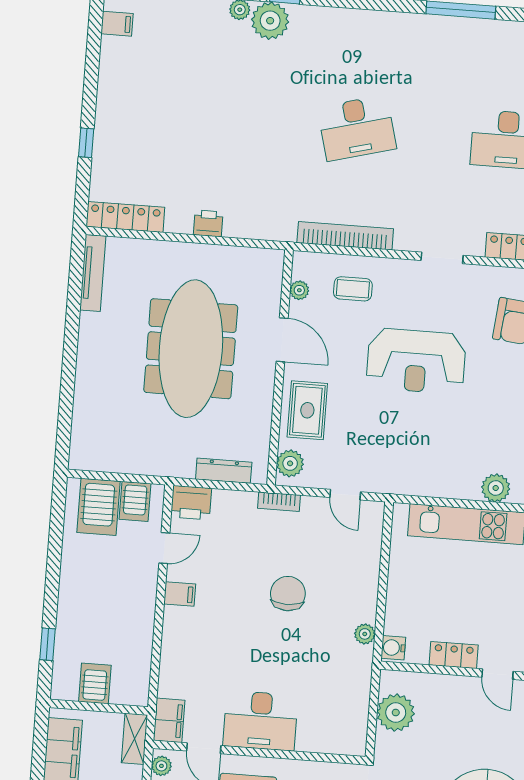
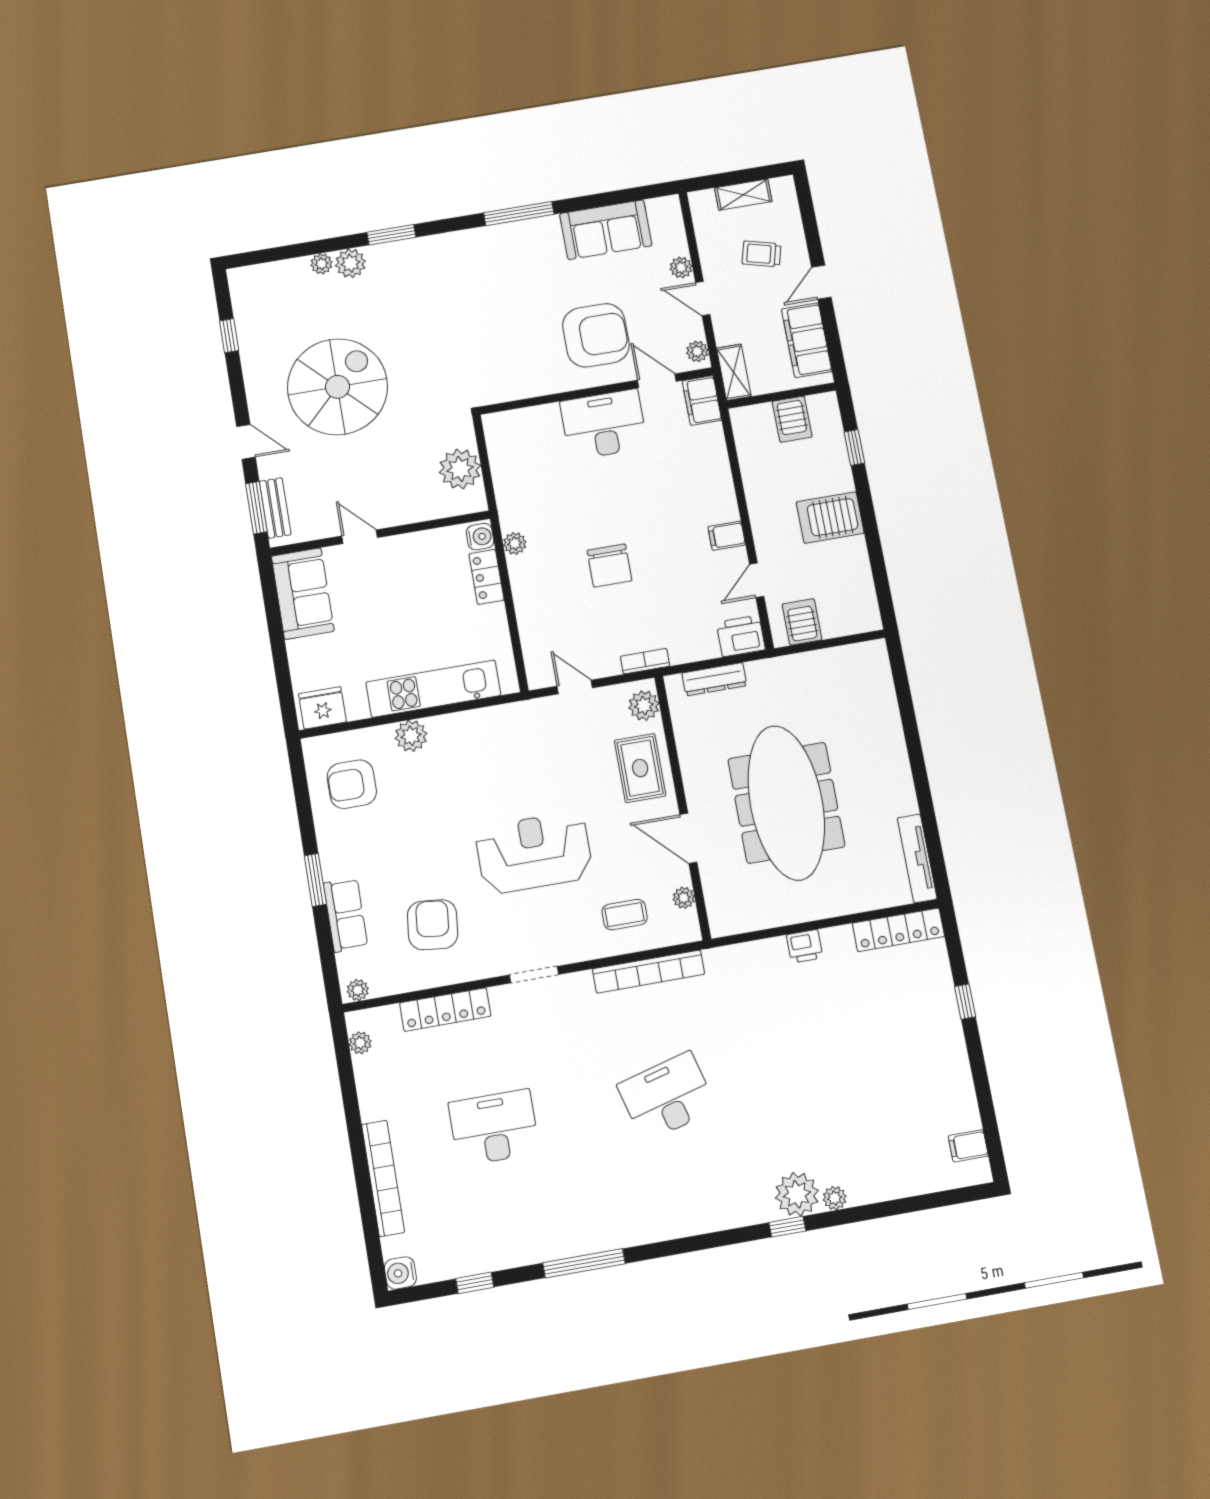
server rack: (99, 507) -> (830, 518), moved, turned -90
locker: (454, 655) -> (486, 577), moved, turned 90

